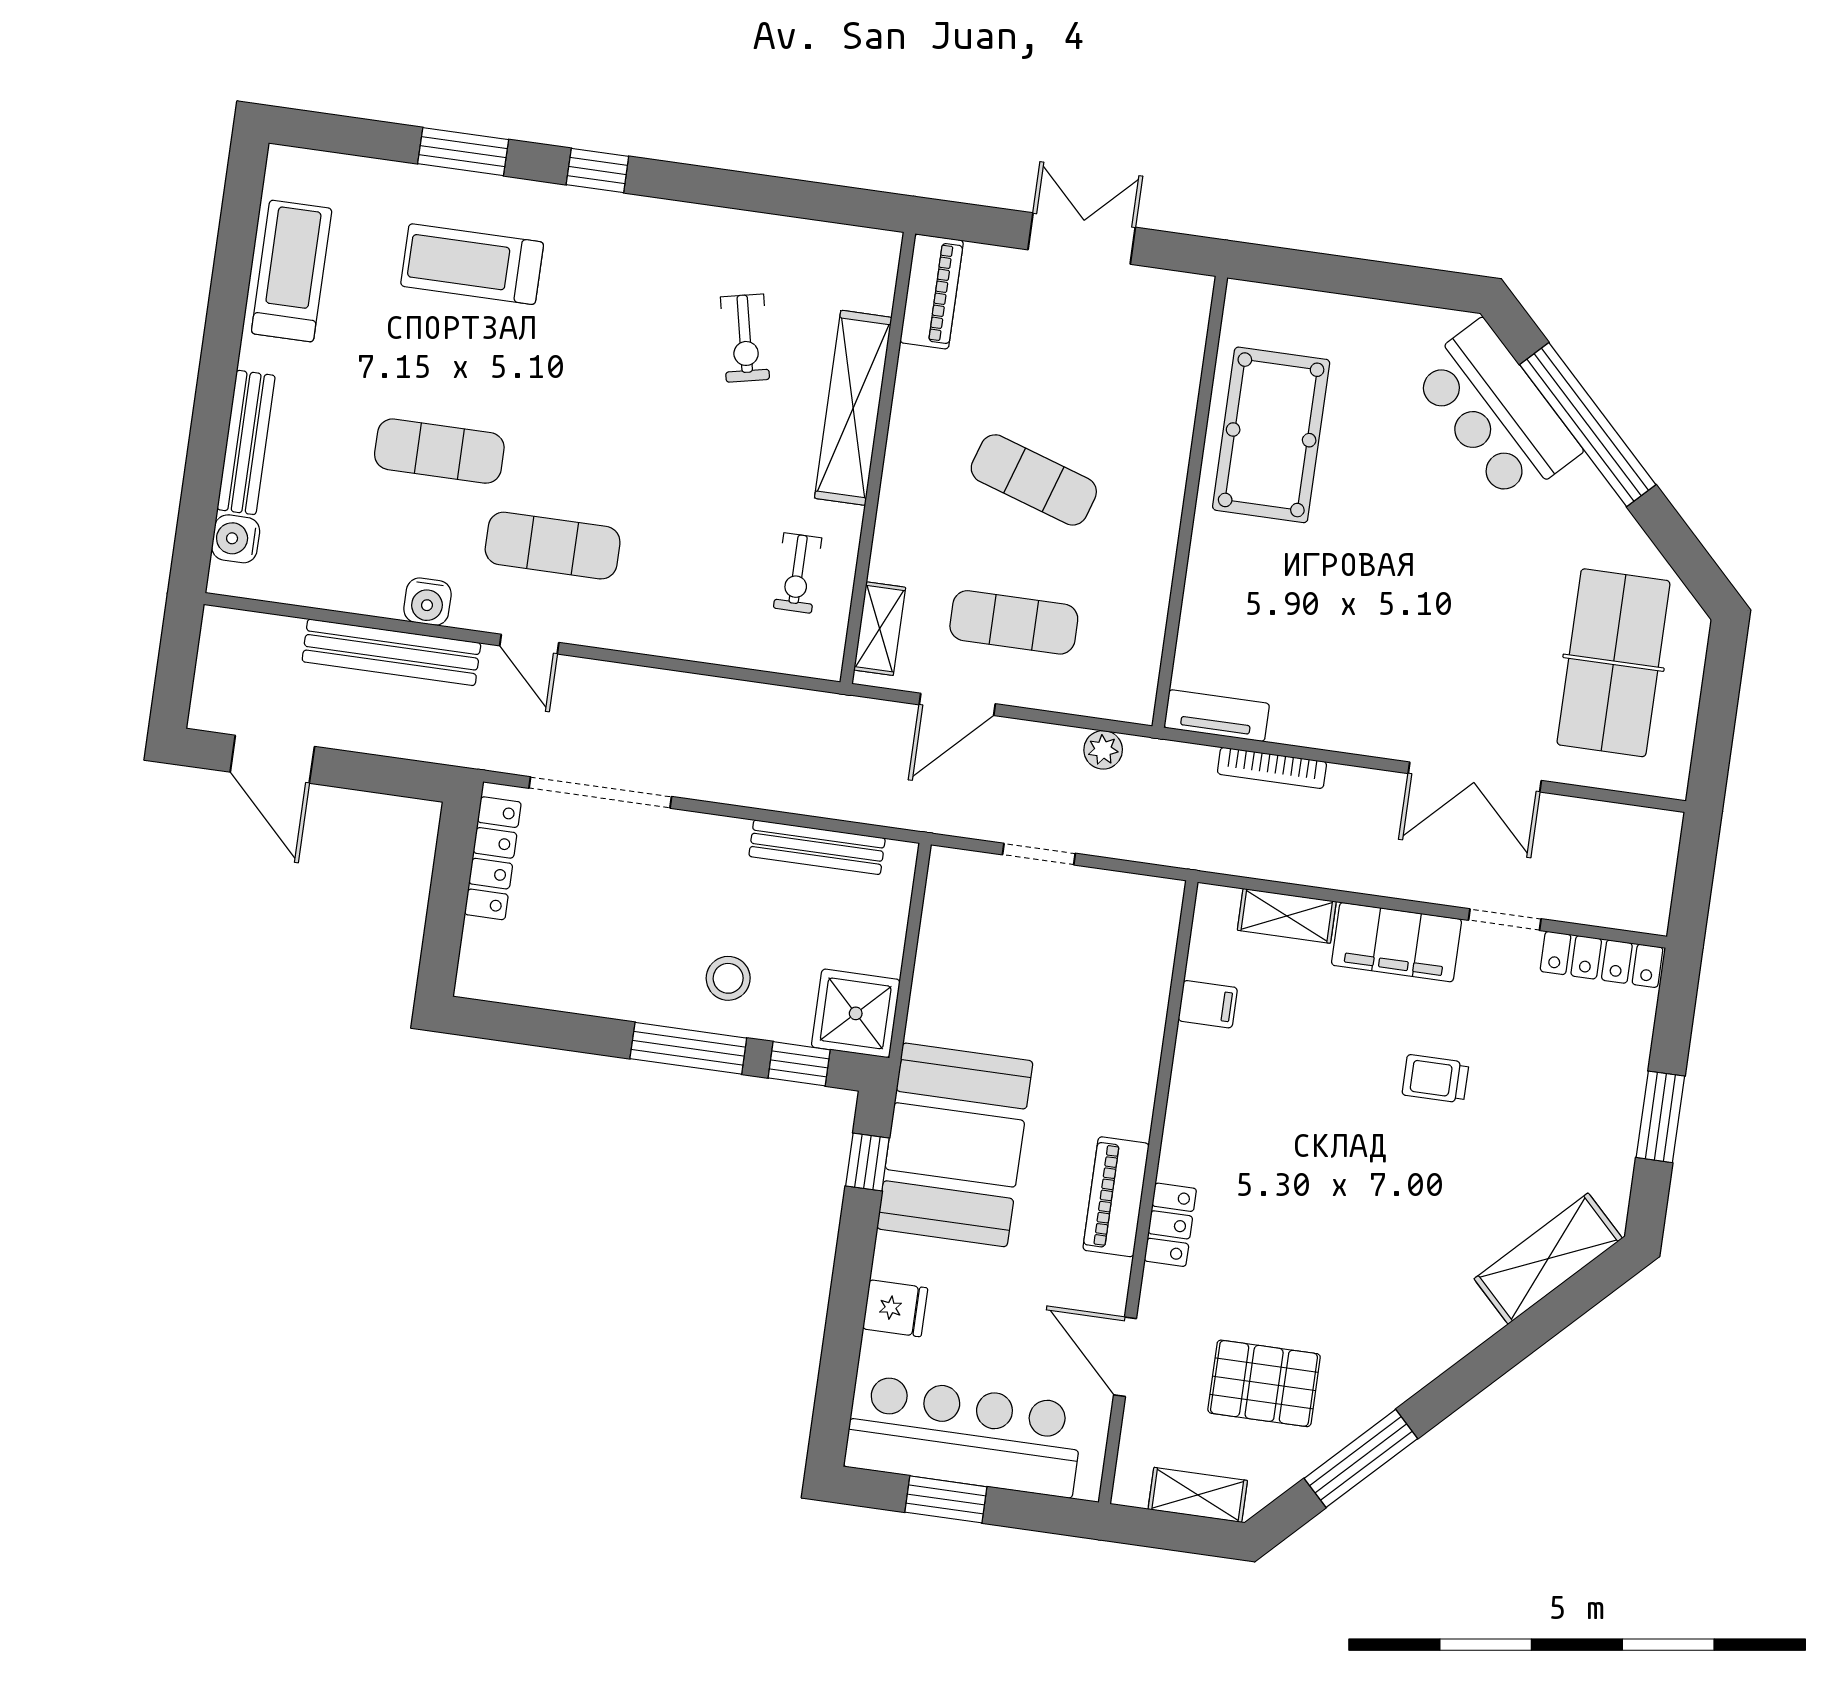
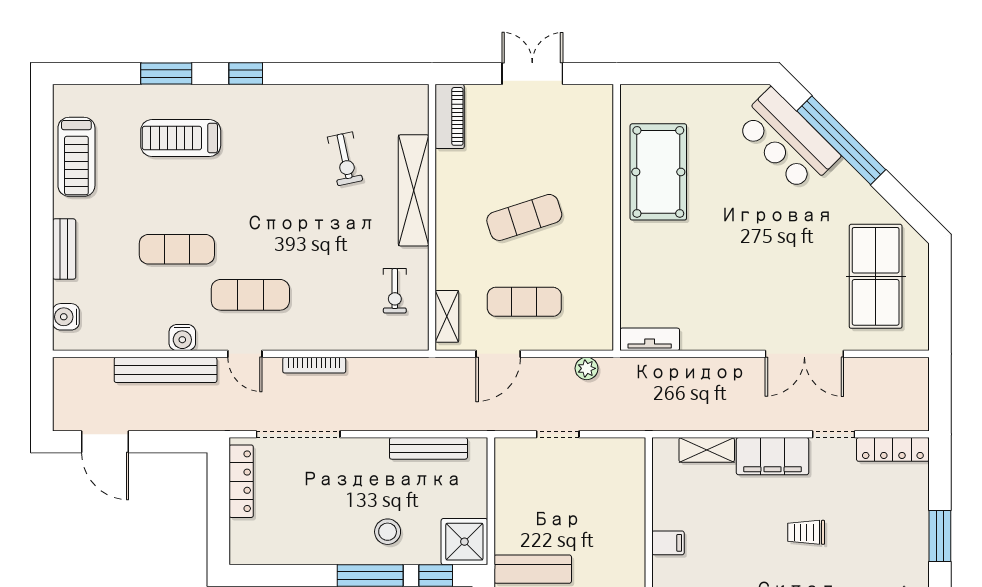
treadmill: (292, 271) -> (76, 157), turned 180
bench: (246, 442) -> (64, 249), width x0.73
exercise mat: (1034, 480) -> (524, 217), turned -36
bookcase: (1272, 768) -> (314, 365), moved
filing cabinet: (1208, 1004) -> (668, 543), moved

